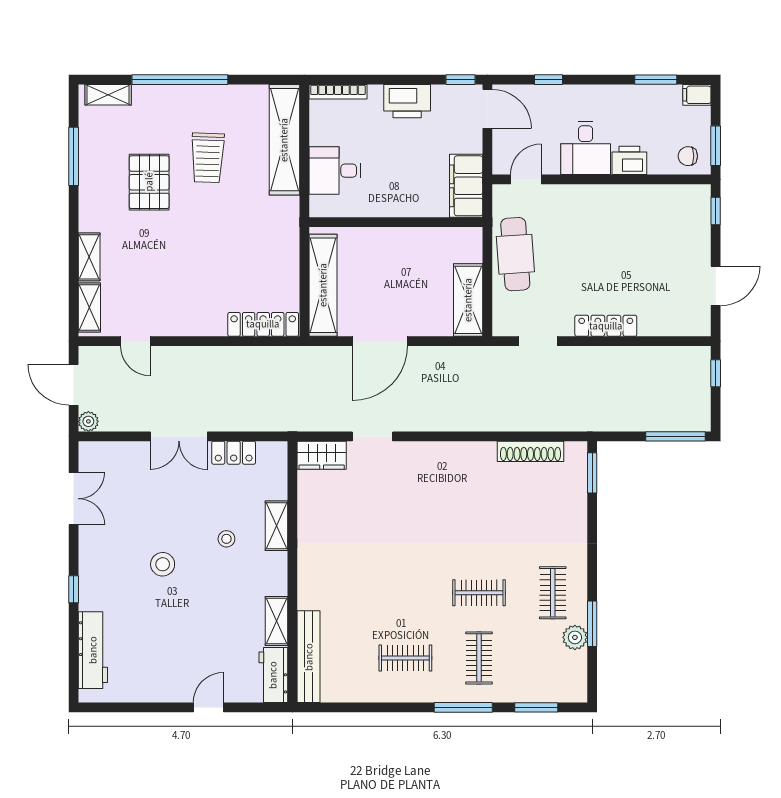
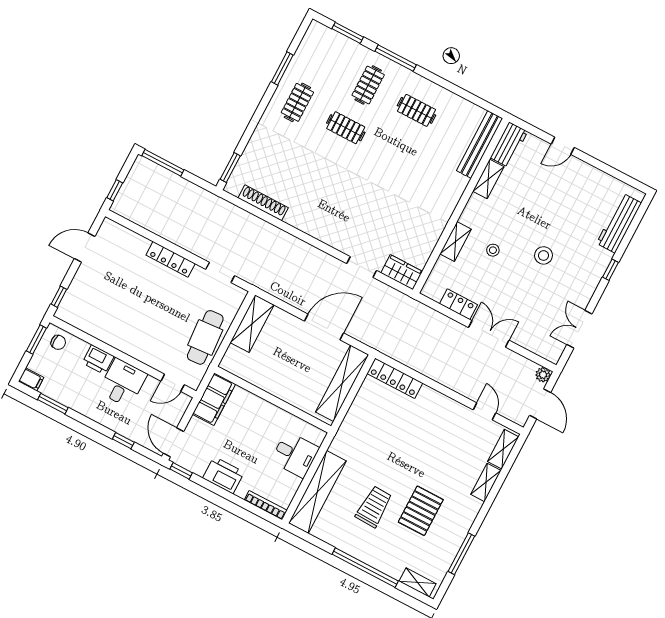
plant: (575, 637) -> (298, 65), removed

